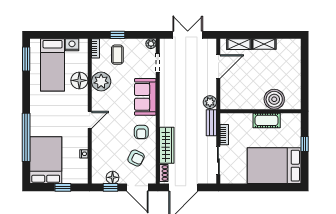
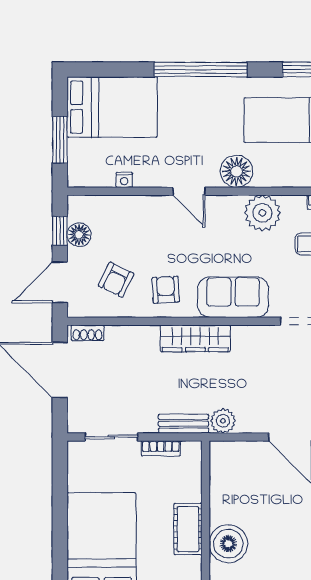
floor lamp: (79, 80) -> (236, 171), moved
armchair: (141, 132) -> (166, 290), turned 87
window: (26, 137) -> (201, 69), moved
wardrobe: (167, 145) -> (195, 338), moved
window: (63, 187) -> (60, 140), width x1.50

